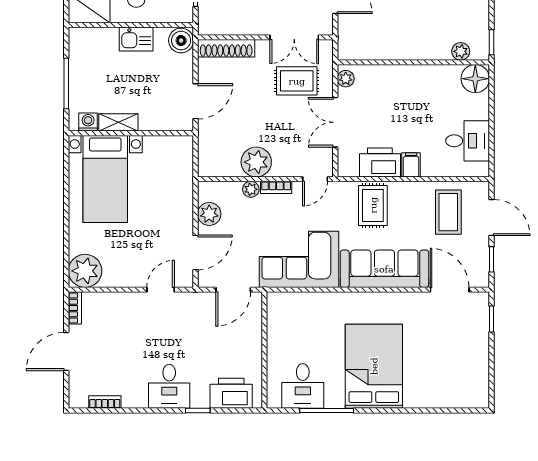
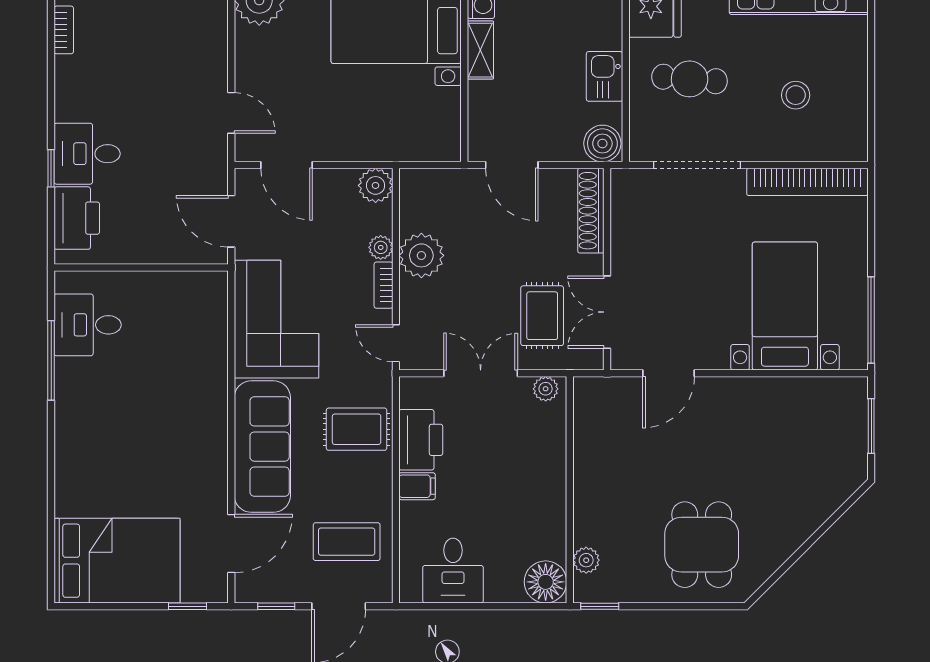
plant: (209, 214) -> (376, 185), moved
bed: (374, 366) -> (117, 561), moved
desk: (169, 386) -> (87, 154), moved

